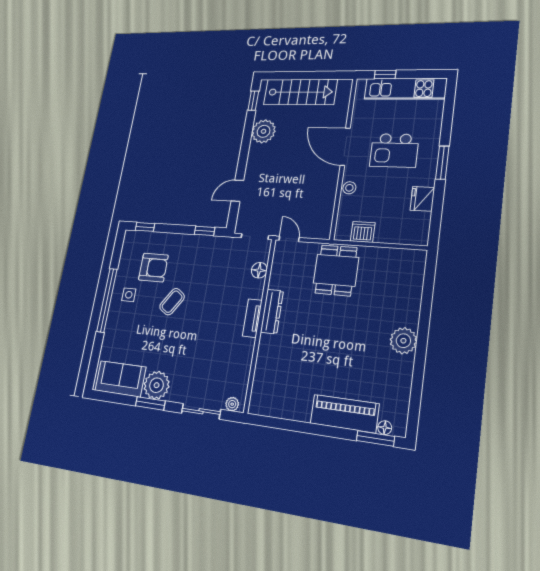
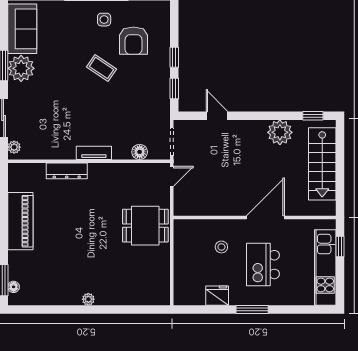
stool: (349, 188) -> (221, 247), moved
window: (145, 227) -> (174, 57), moved
dishwasher: (363, 232) -> (183, 245), removed
dresser: (272, 312) -> (67, 171), moved
plant: (403, 341) -> (88, 299), width x0.53, depth x0.53
piano: (344, 414) -> (20, 221), moved

